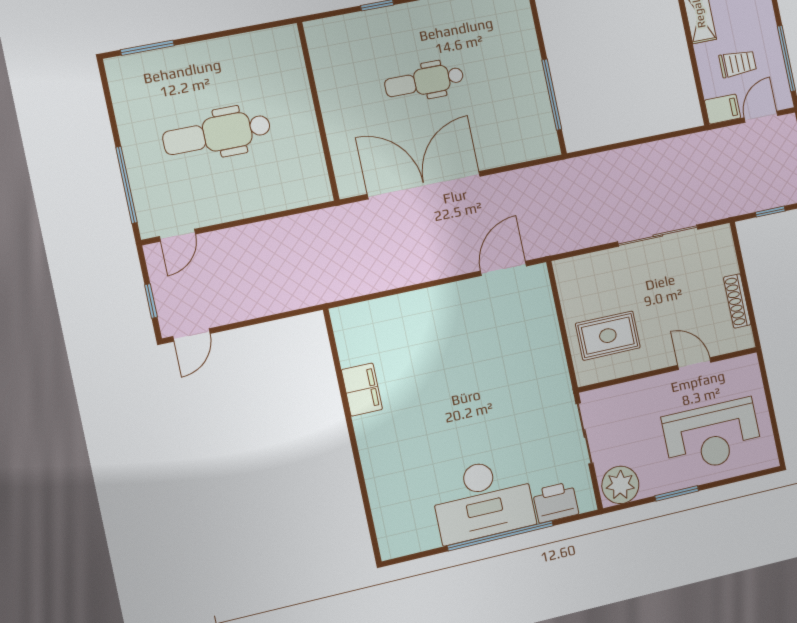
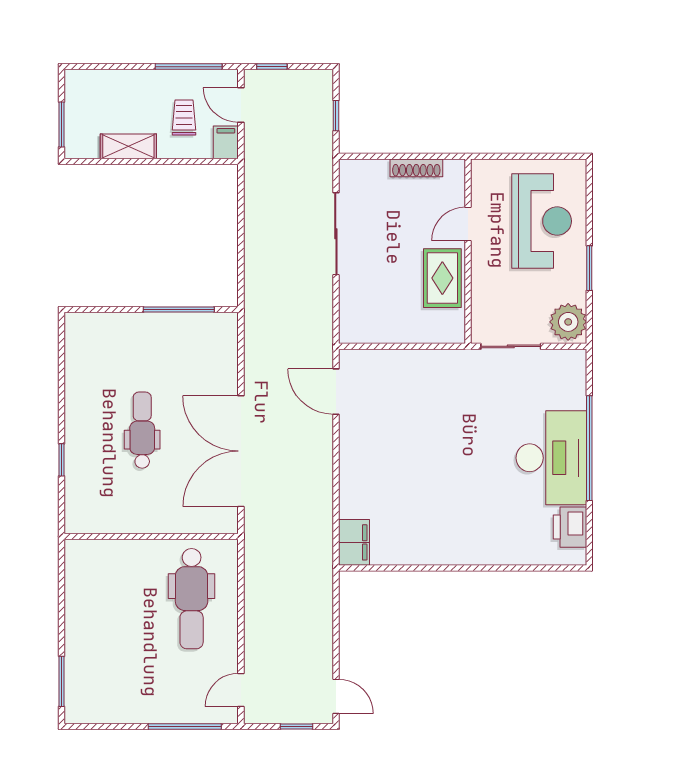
dental chair: (424, 81) -> (142, 430), turned 180
dental chair: (217, 134) -> (192, 599), moved
door: (177, 235) -> (241, 690), swing flipped
rug: (608, 336) -> (442, 278), moved
filing cabinet: (362, 390) -> (354, 542), moved, turned 90
printer: (556, 502) -> (570, 527), moved

